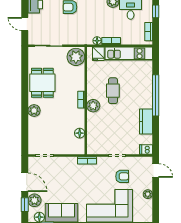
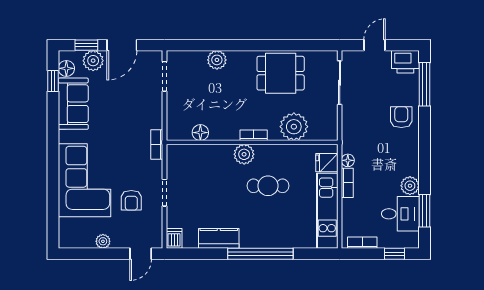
plant: (76, 57) -> (294, 127), moved
plant: (34, 111) -> (217, 60), moved

